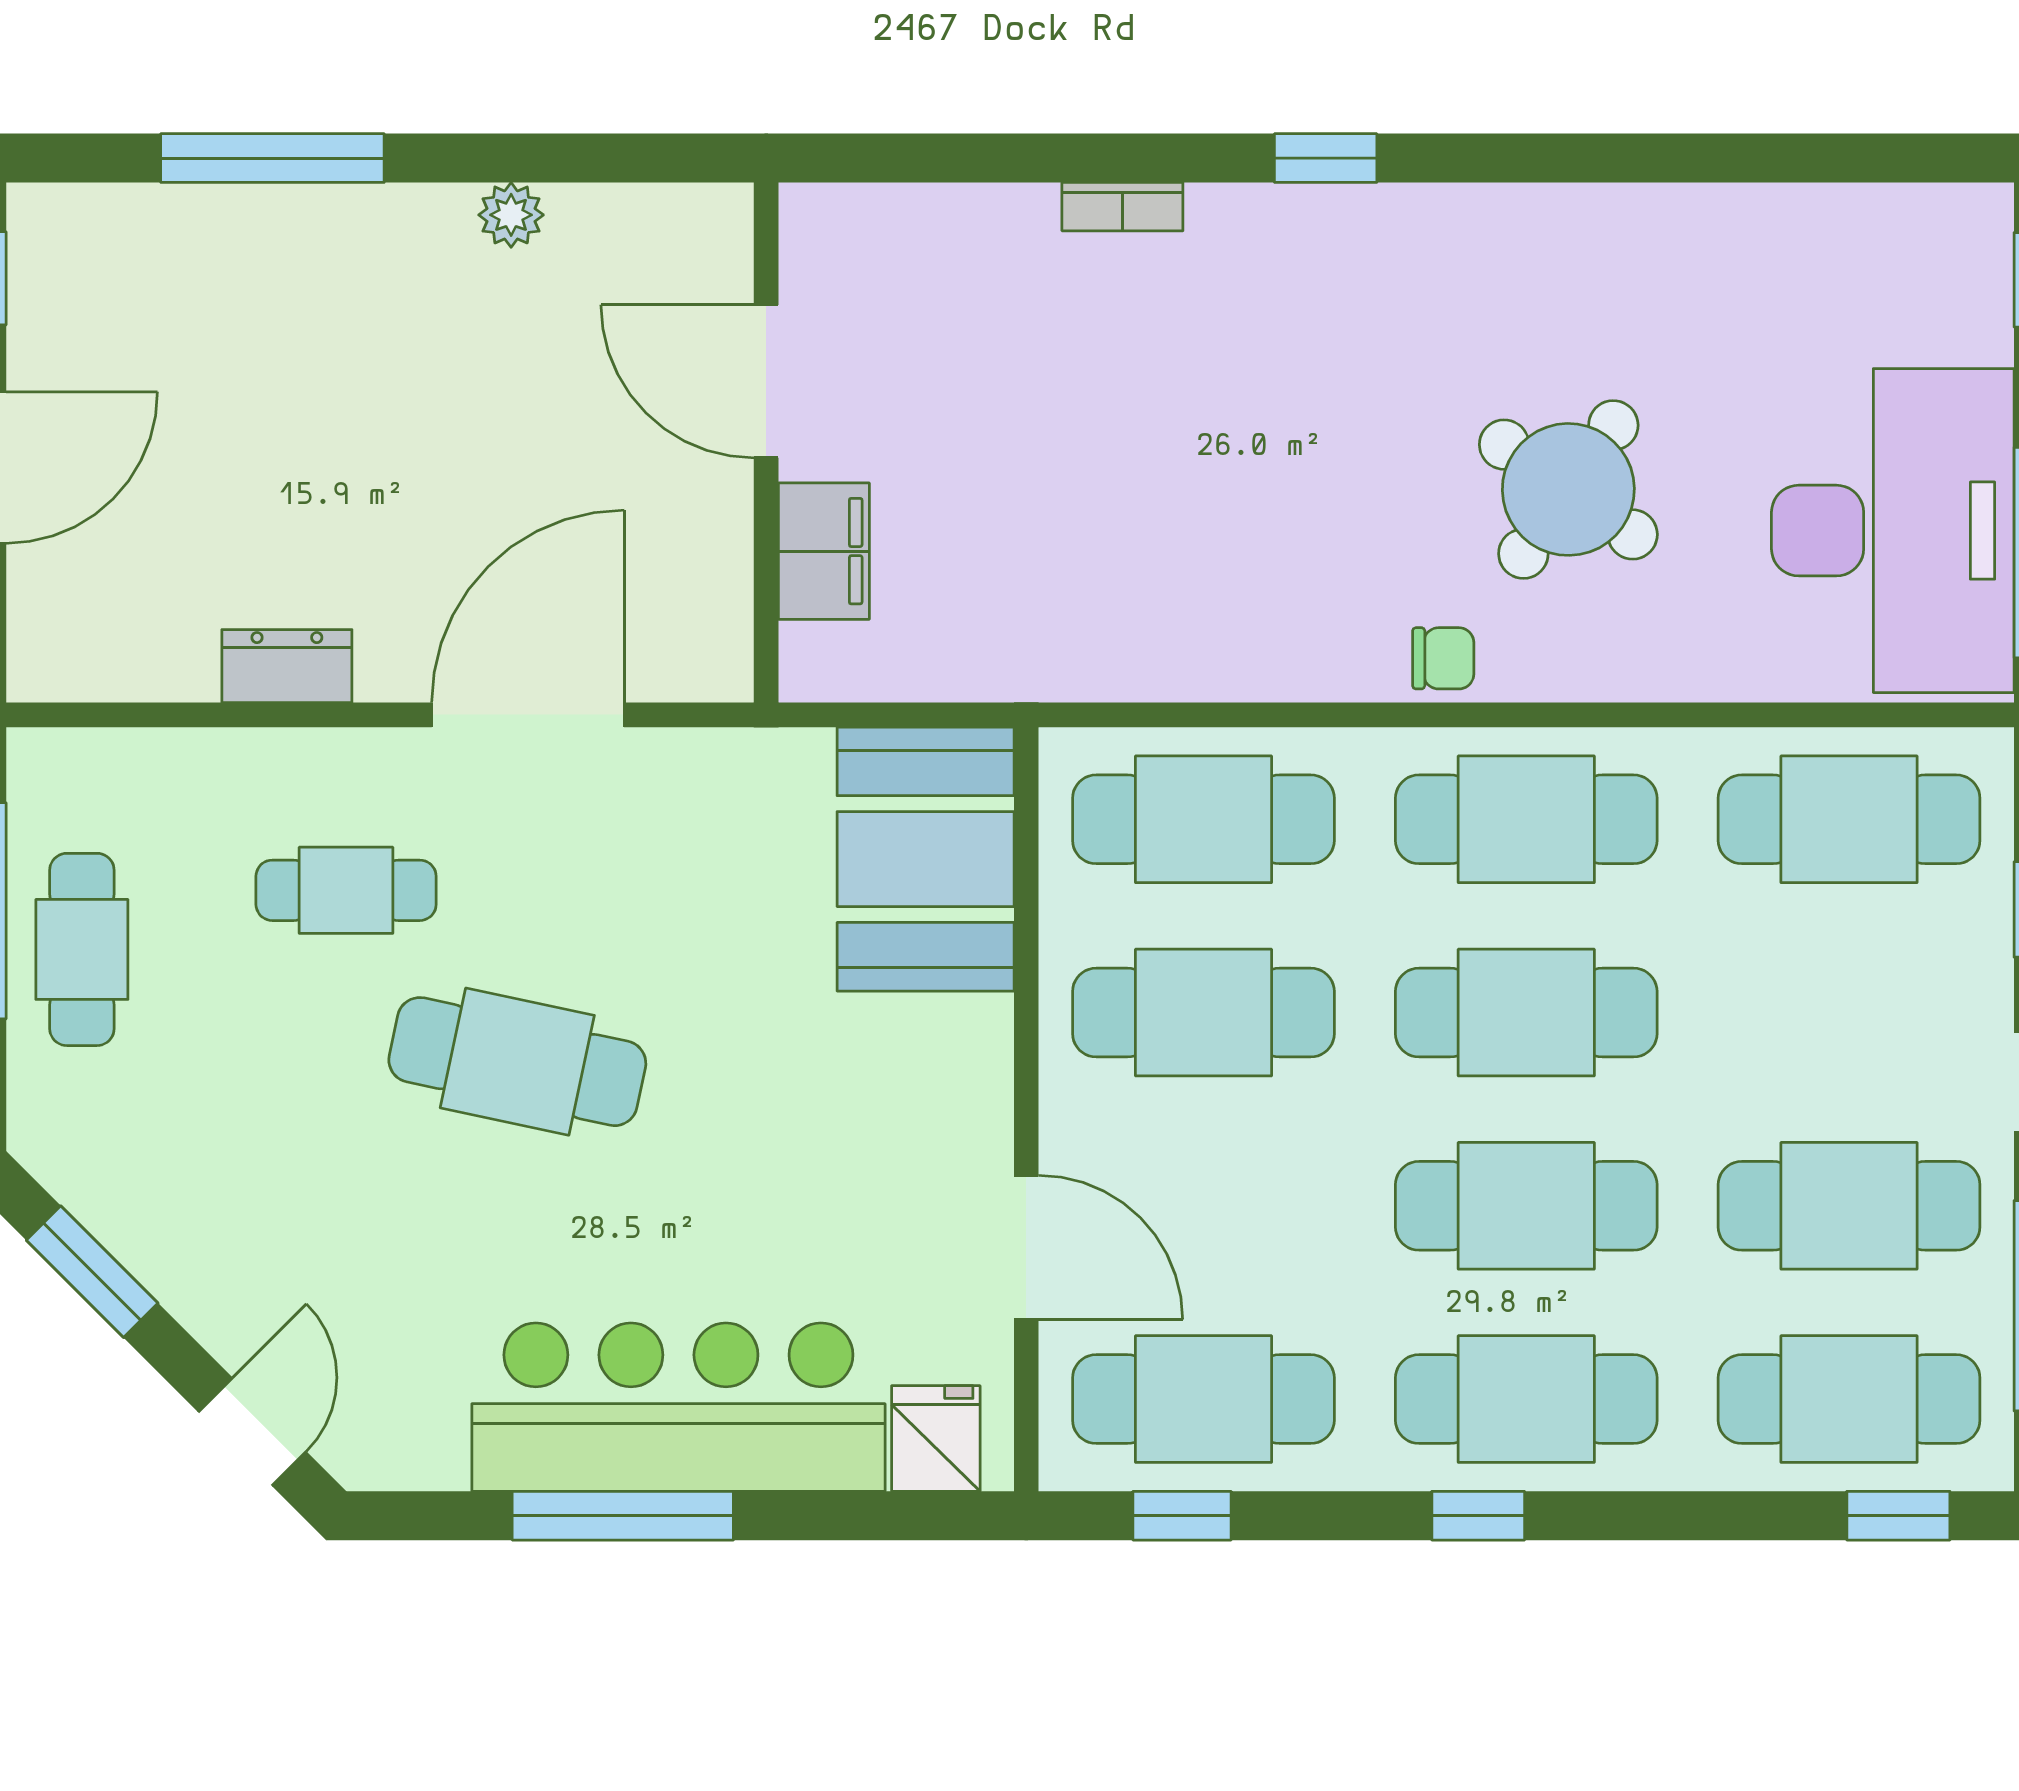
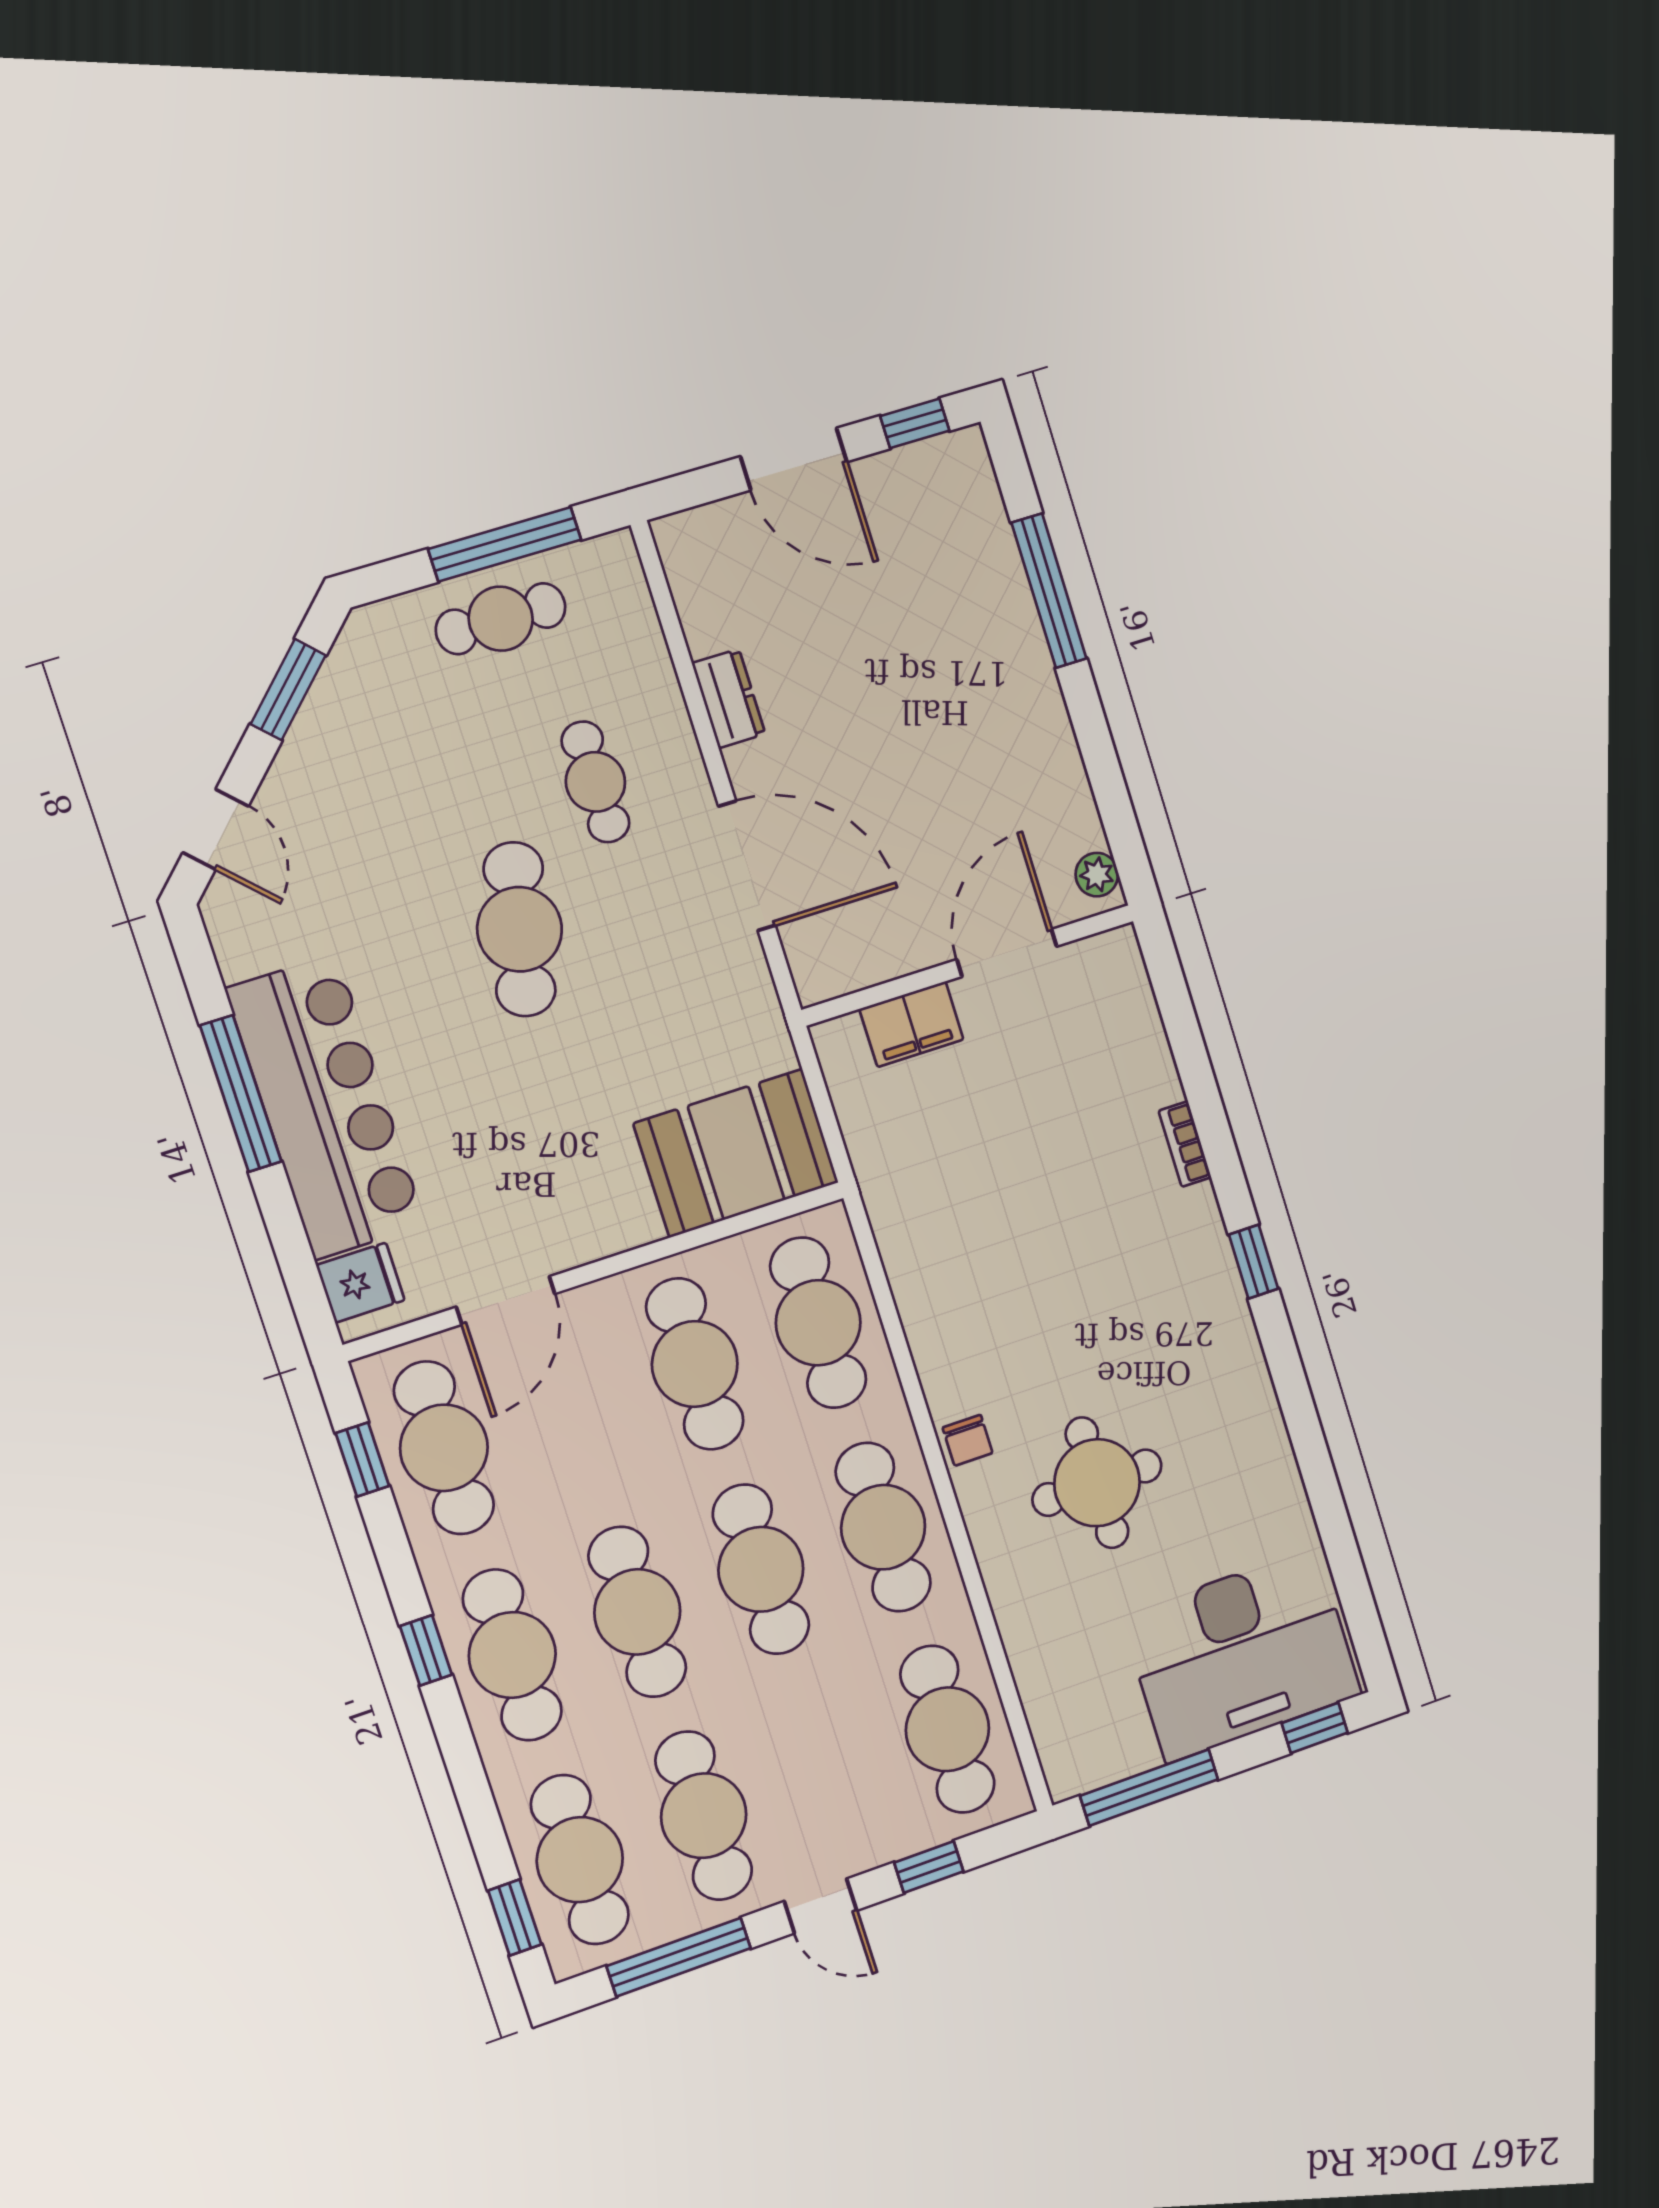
plant: (511, 215) -> (1097, 875), moved
round table: (1568, 489) -> (1097, 1483), turned -35
desk: (1893, 531) -> (1241, 1655), moved
door: (252, 1432) -> (216, 829), hinge flipped

